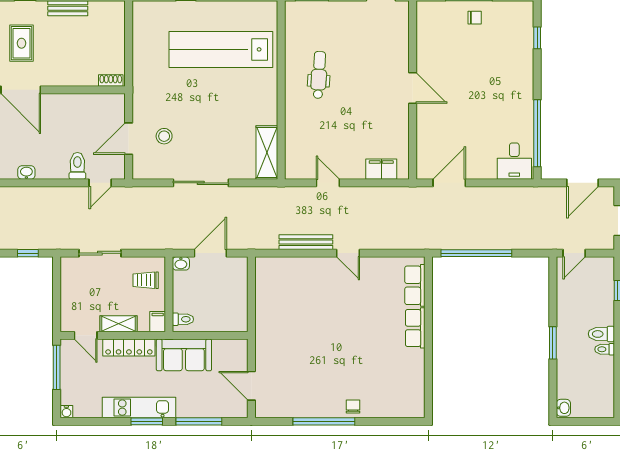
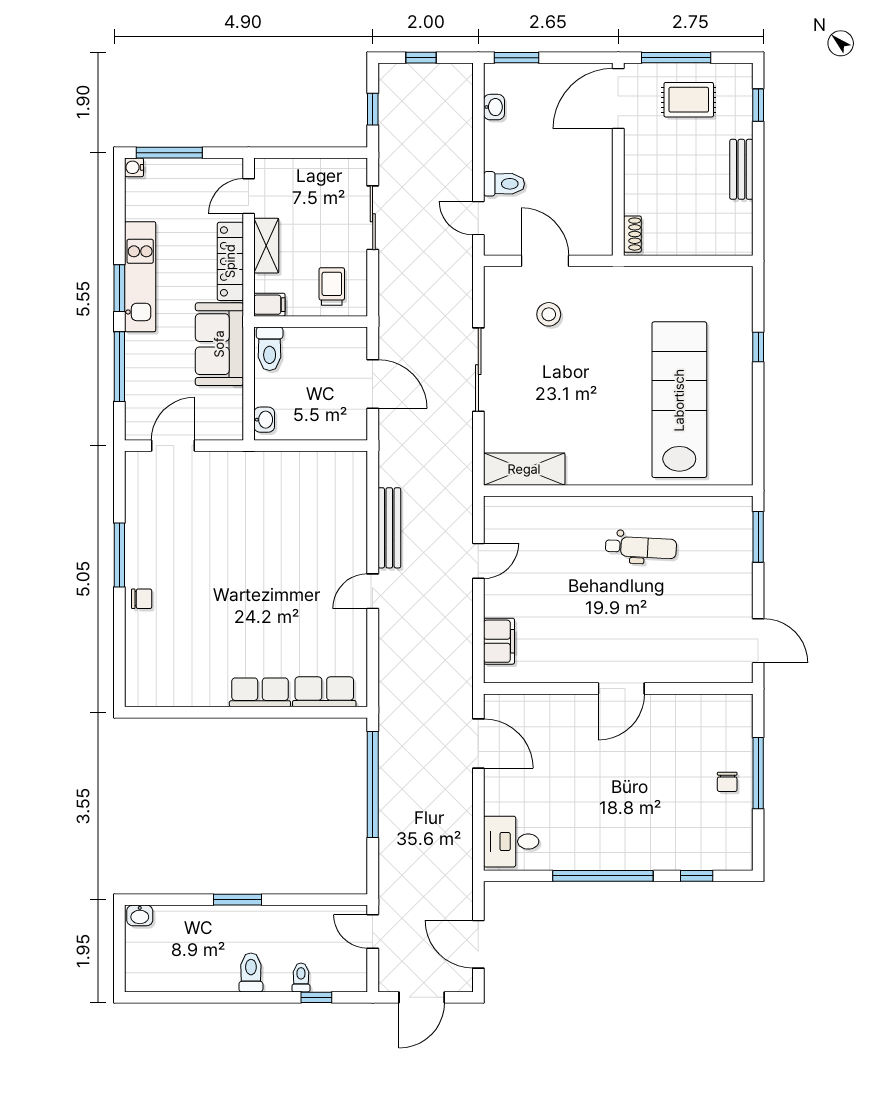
window: (537, 133) -> (603, 876), moved
washbasin: (181, 263) -> (264, 420), moved, turned 180
toilet: (183, 319) -> (270, 349), width x1.37, depth x1.39
toilet: (605, 349) -> (301, 977), moved
window: (57, 367) -> (169, 153), moved
window: (324, 421) -> (119, 555), width x0.68

